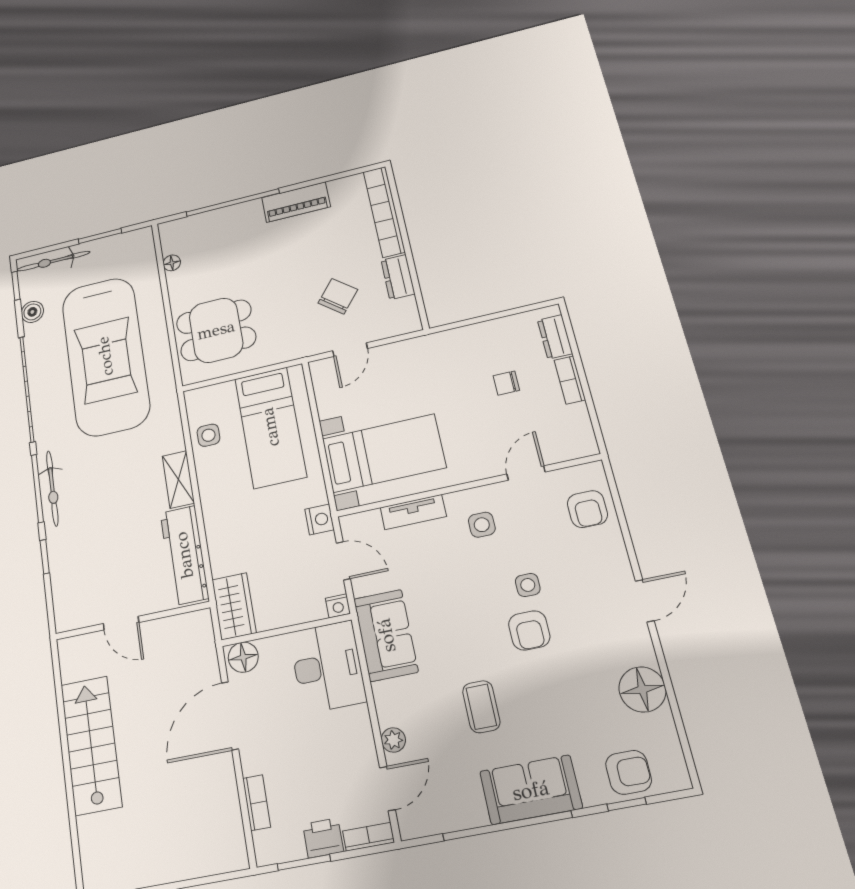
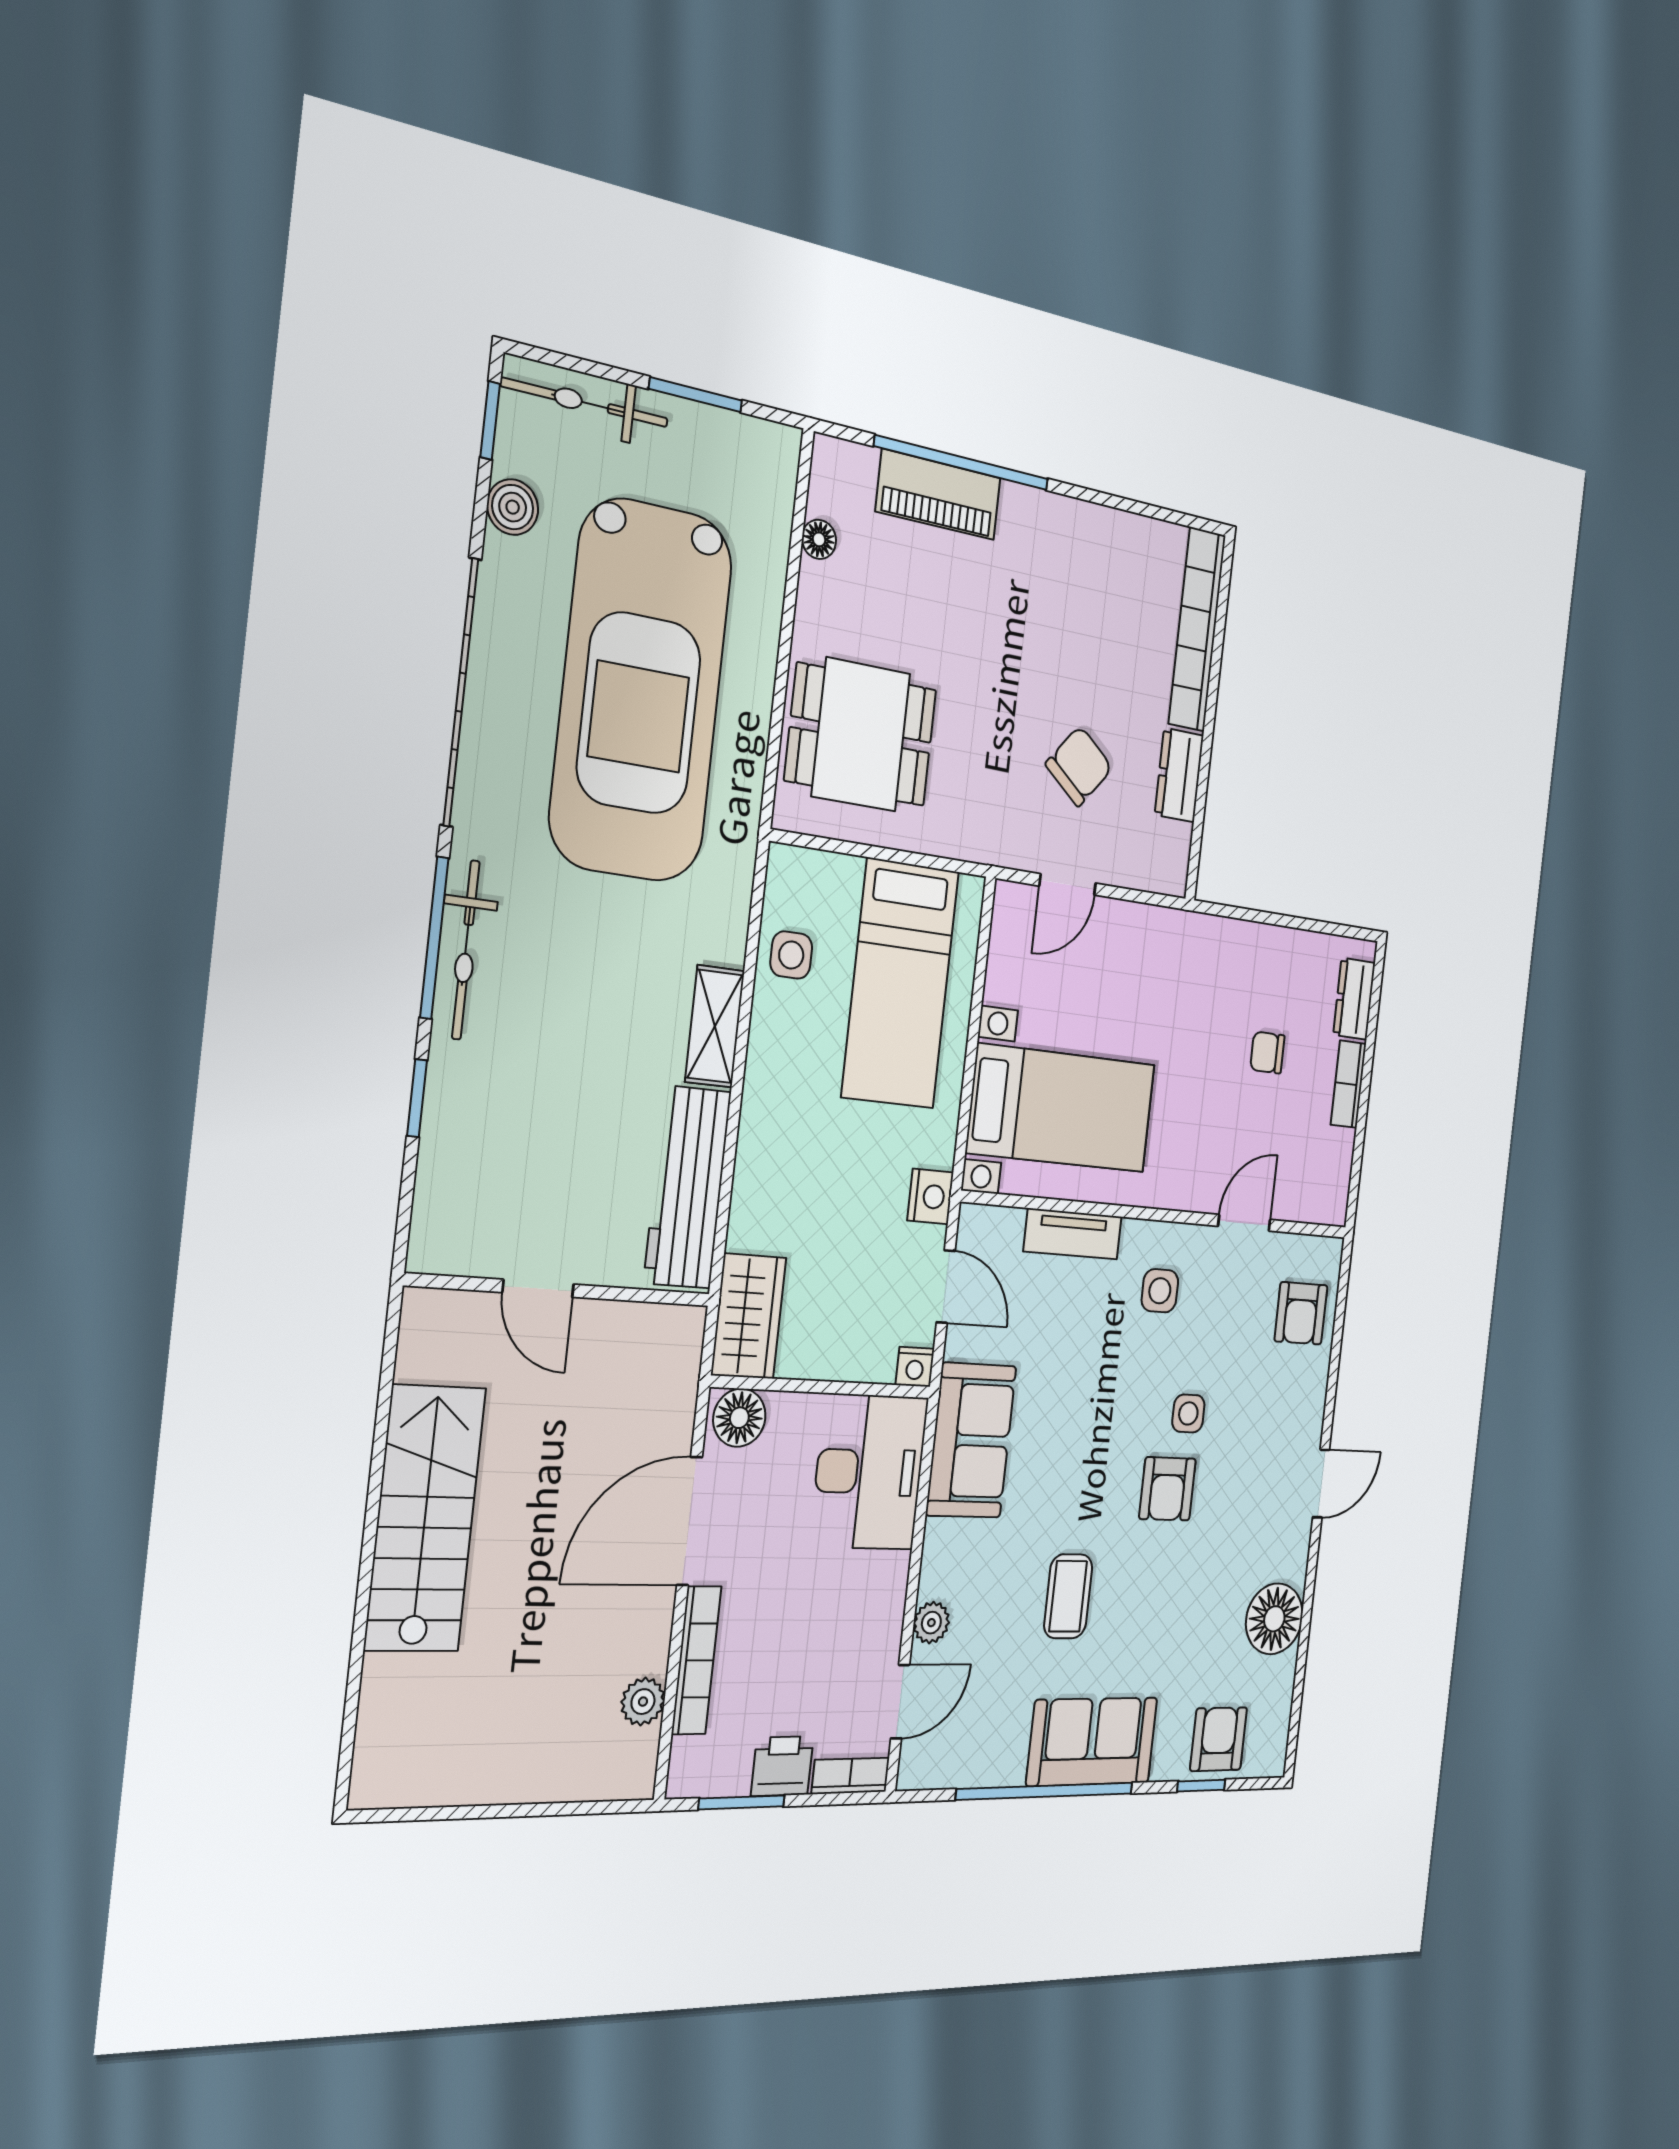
piano: (296, 202) -> (938, 495), moved
armchair: (629, 772) -> (1219, 1739), turned -90
bookcase: (257, 803) -> (696, 1660), width x1.56
plant: (229, 816) -> (643, 1702), added

